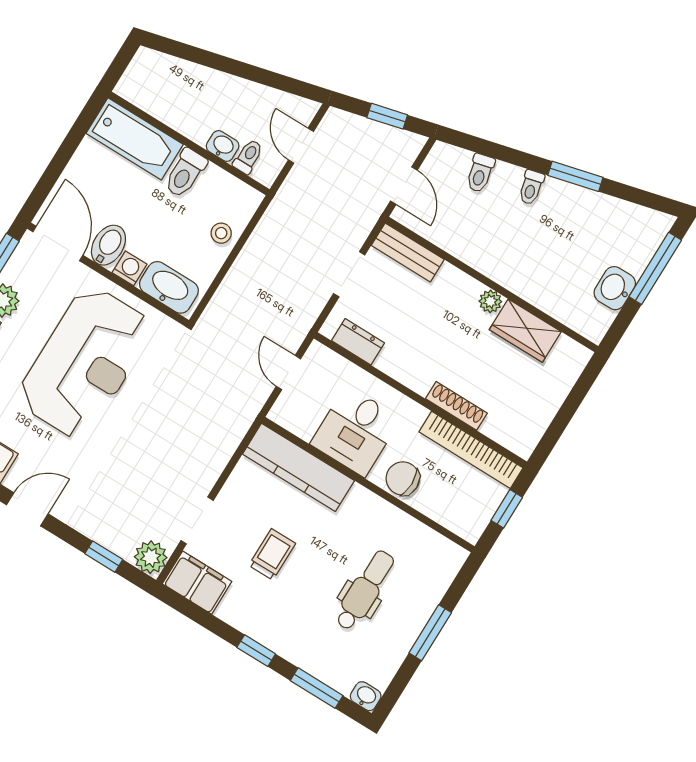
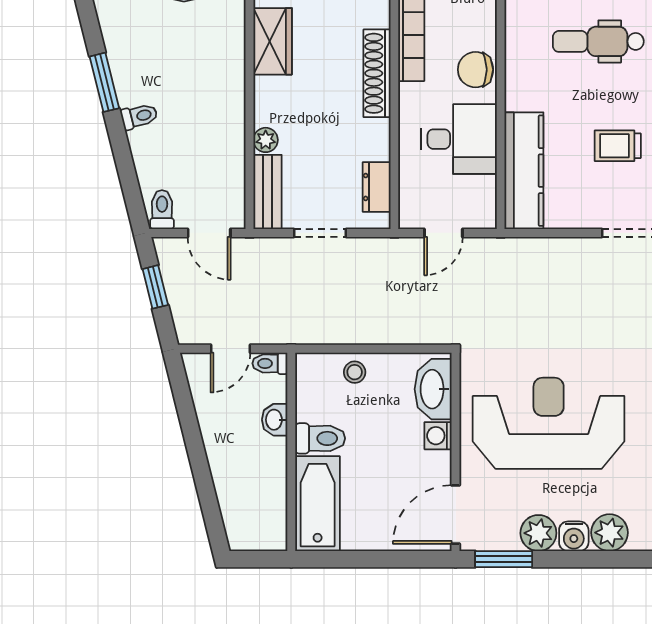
toilet: (248, 157) -> (270, 363), moved
toilet: (480, 173) -> (162, 210), moved, turned -76
door: (404, 186) -> (209, 233), swing flipped
bidet: (108, 245) -> (429, 468), removed
plant: (490, 301) -> (266, 140), moved
shoe rack: (456, 406) -> (377, 73), width x1.36, depth x1.24
chair: (403, 478) -> (476, 70), turned 90

